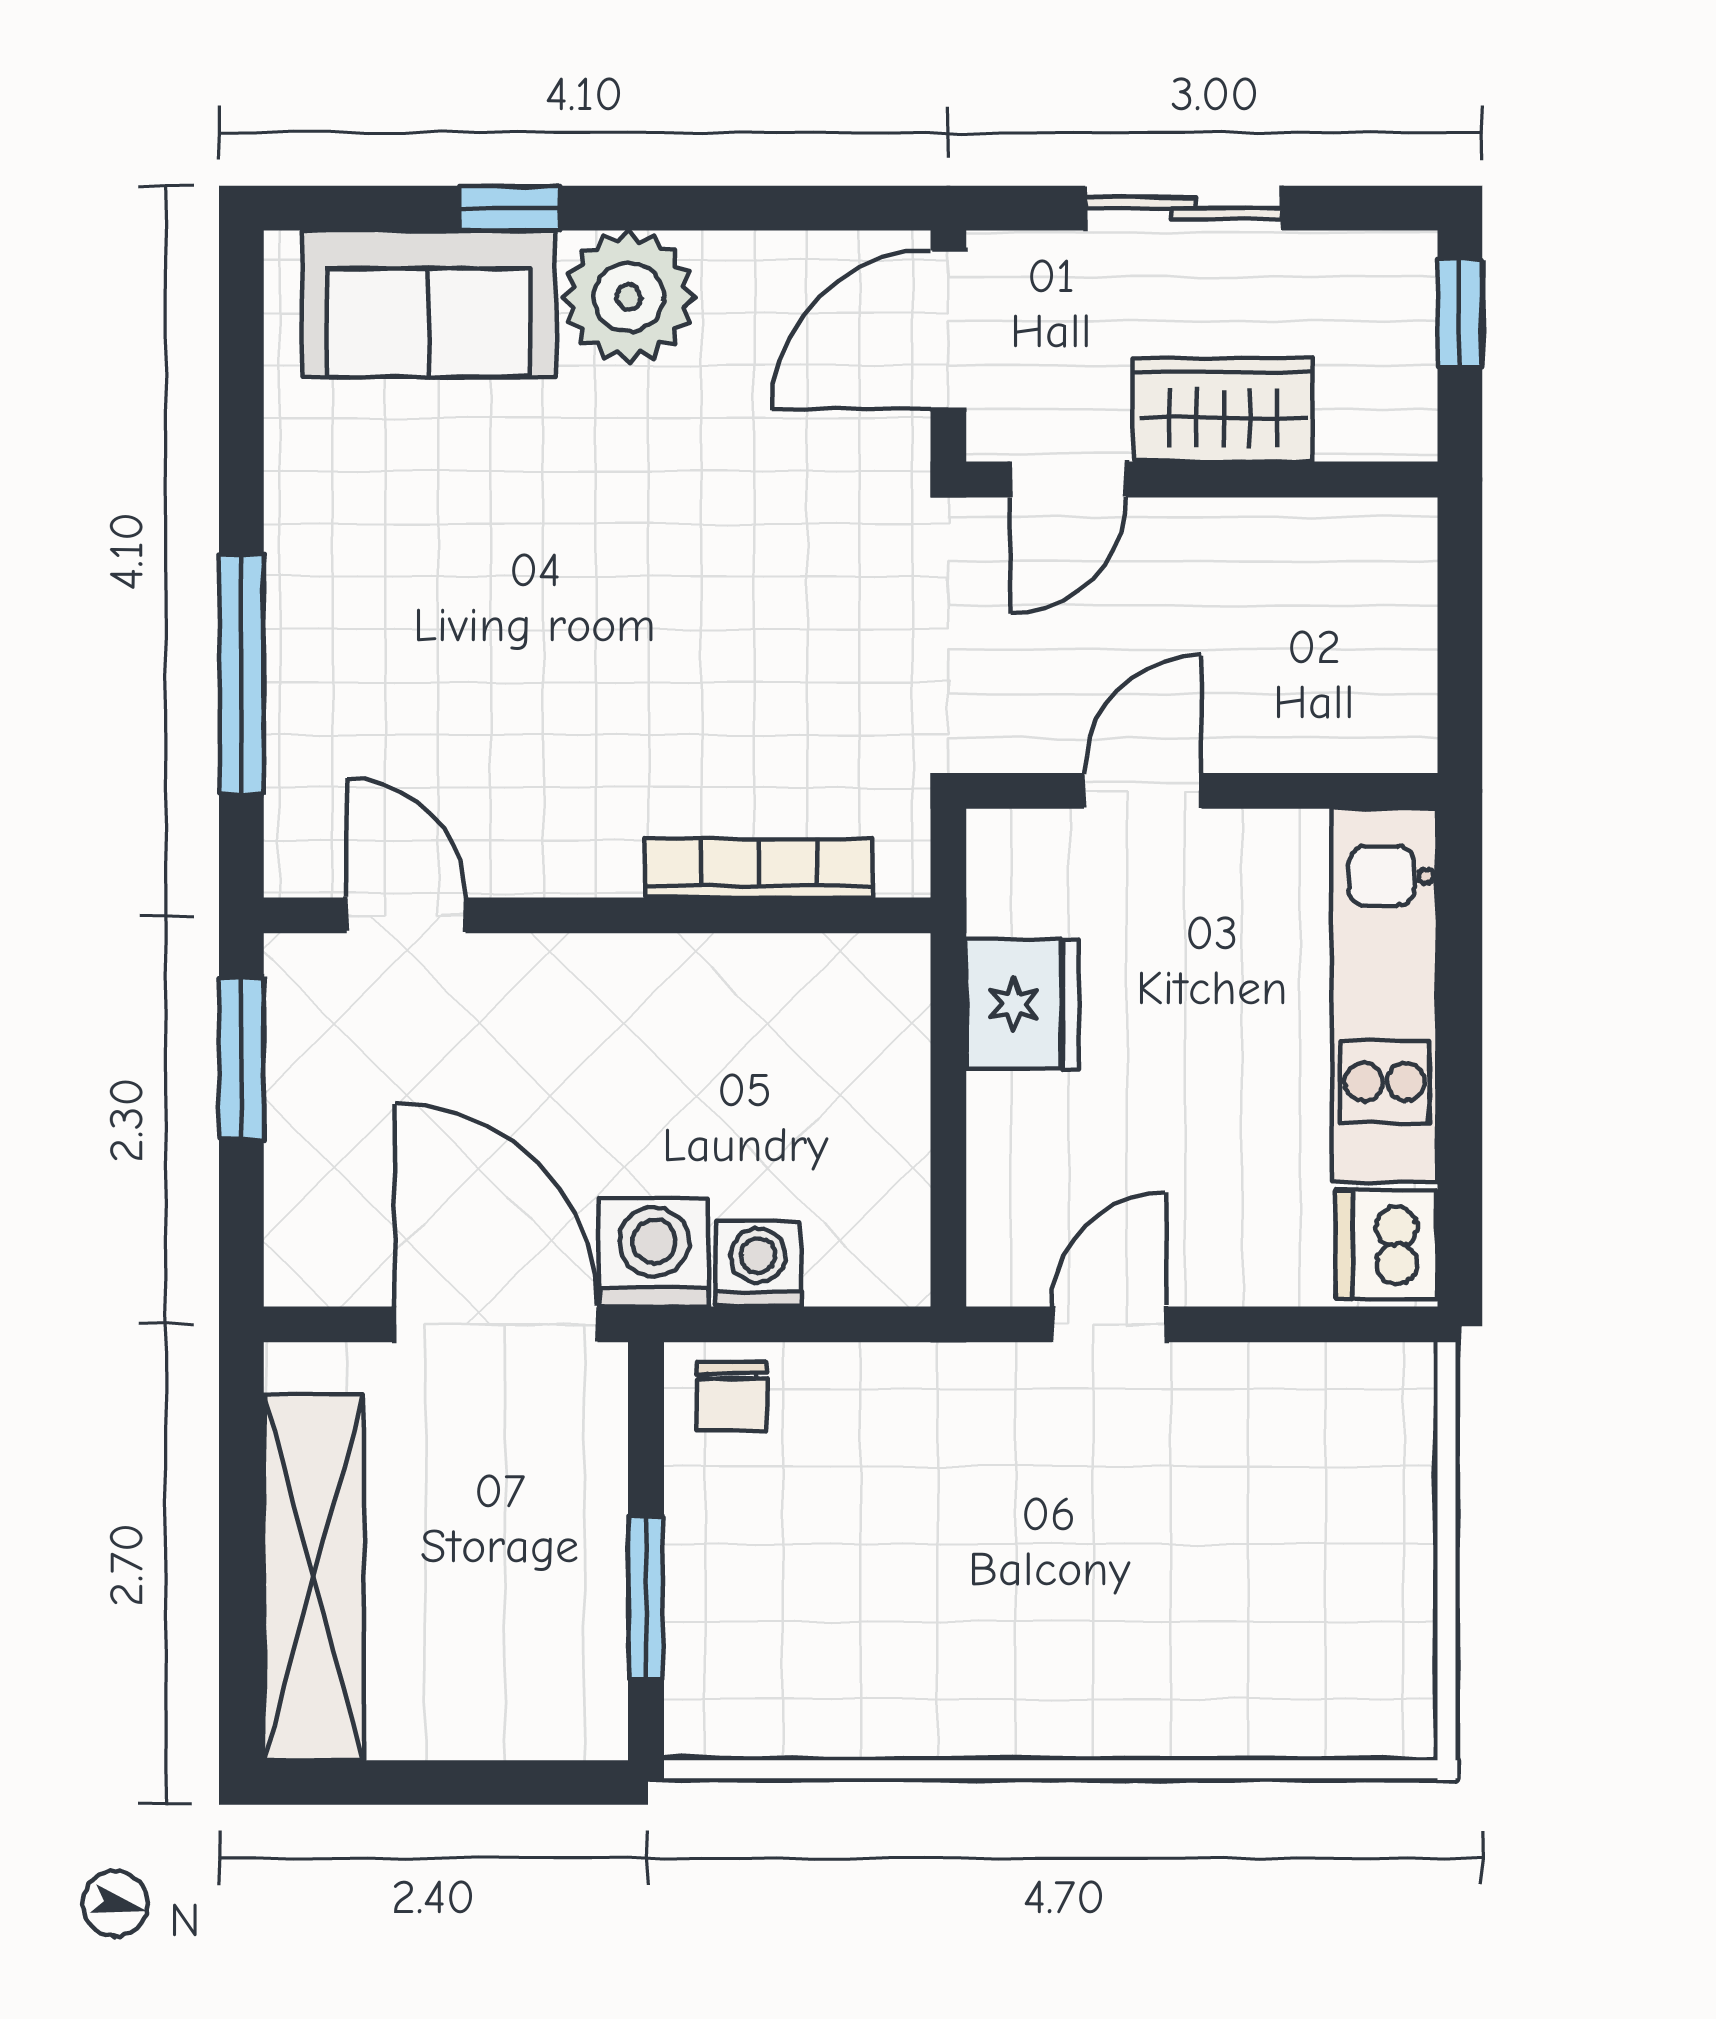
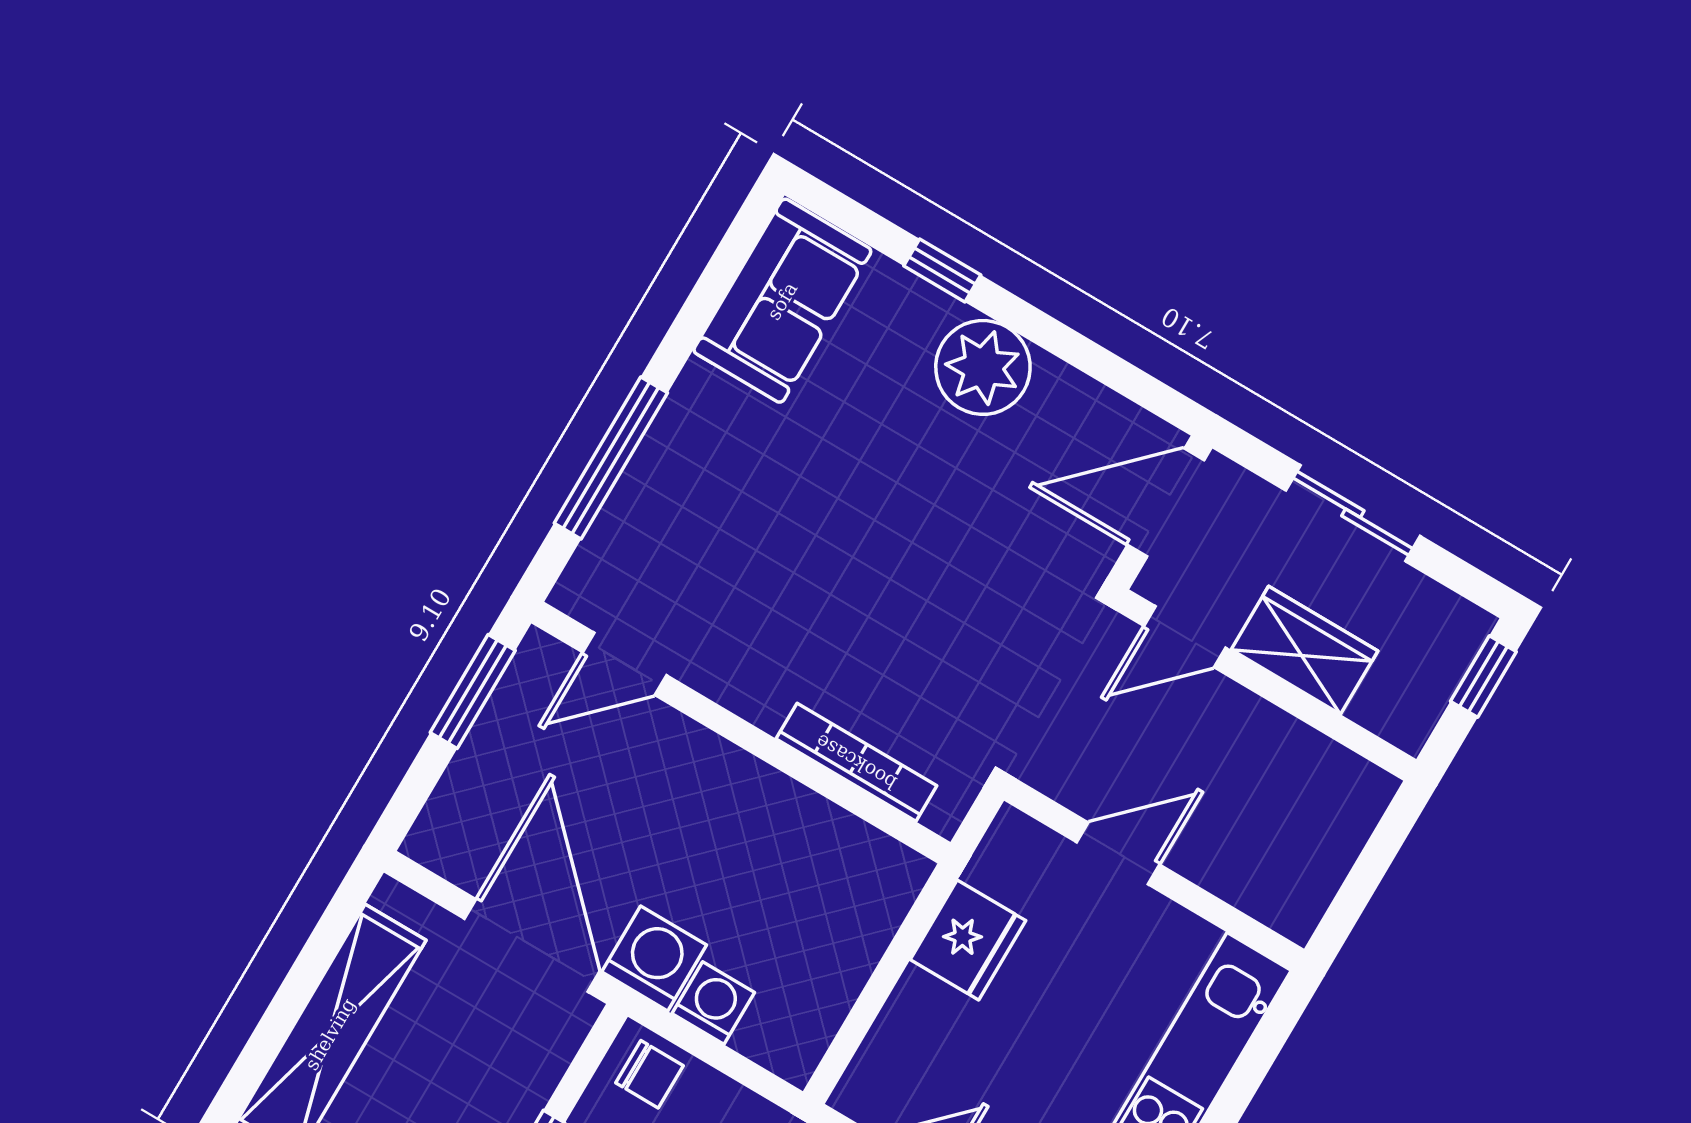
sofa: (429, 304) -> (782, 301), moved, turned -90
door: (406, 915) -> (625, 664), swing flipped
chair: (732, 1397) -> (649, 1074), turned -90

